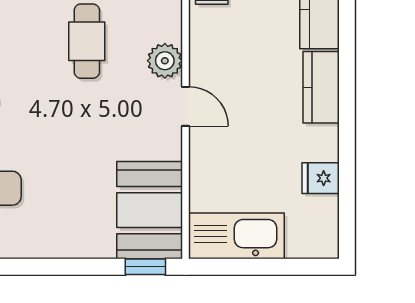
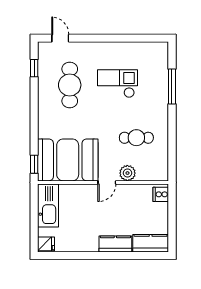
fridge: (321, 178) -> (46, 244), moved, turned 90
booth: (150, 210) -> (68, 160), width x1.36, depth x1.42

